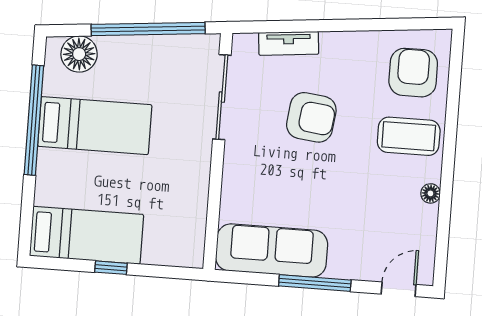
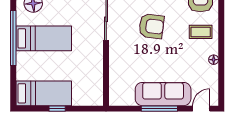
coffee table: (409, 136) -> (201, 32), width x0.73, depth x0.77
sofa: (272, 250) -> (163, 94), moved

